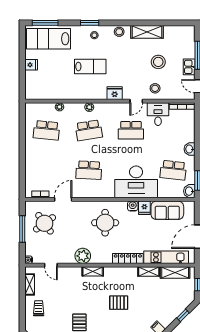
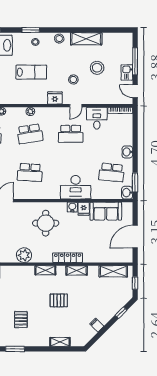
stool: (155, 88) -> (73, 80), moved
desk: (136, 182) -> (76, 187), width x0.73, depth x0.77
kitchen unit: (166, 257) -> (105, 257), removed
shelving: (93, 271) -> (45, 270), moved
shelving: (149, 272) -> (77, 270), moved

